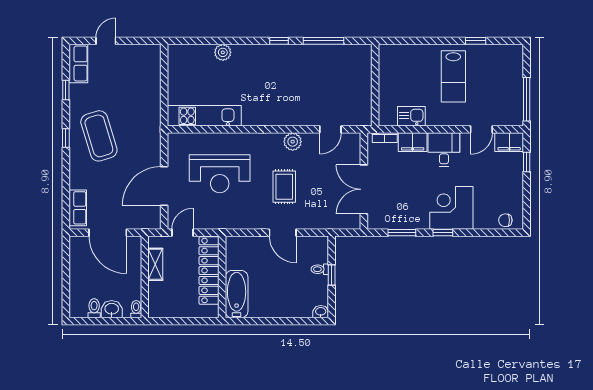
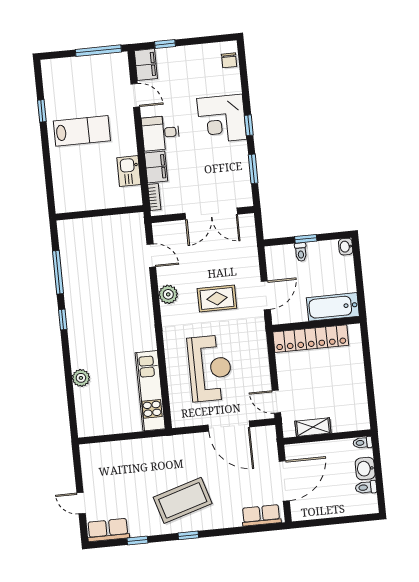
locker: (209, 271) -> (311, 339), moved
wall: (222, 277) -> (316, 324), moved
bathtub: (237, 294) -> (333, 307), moved

